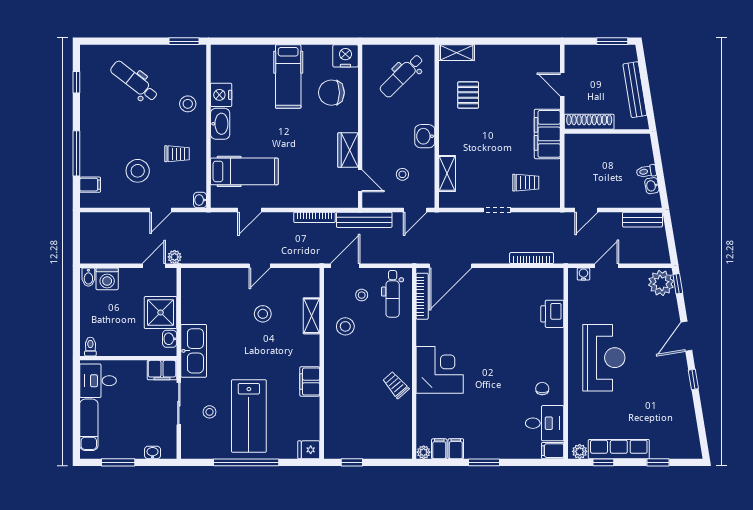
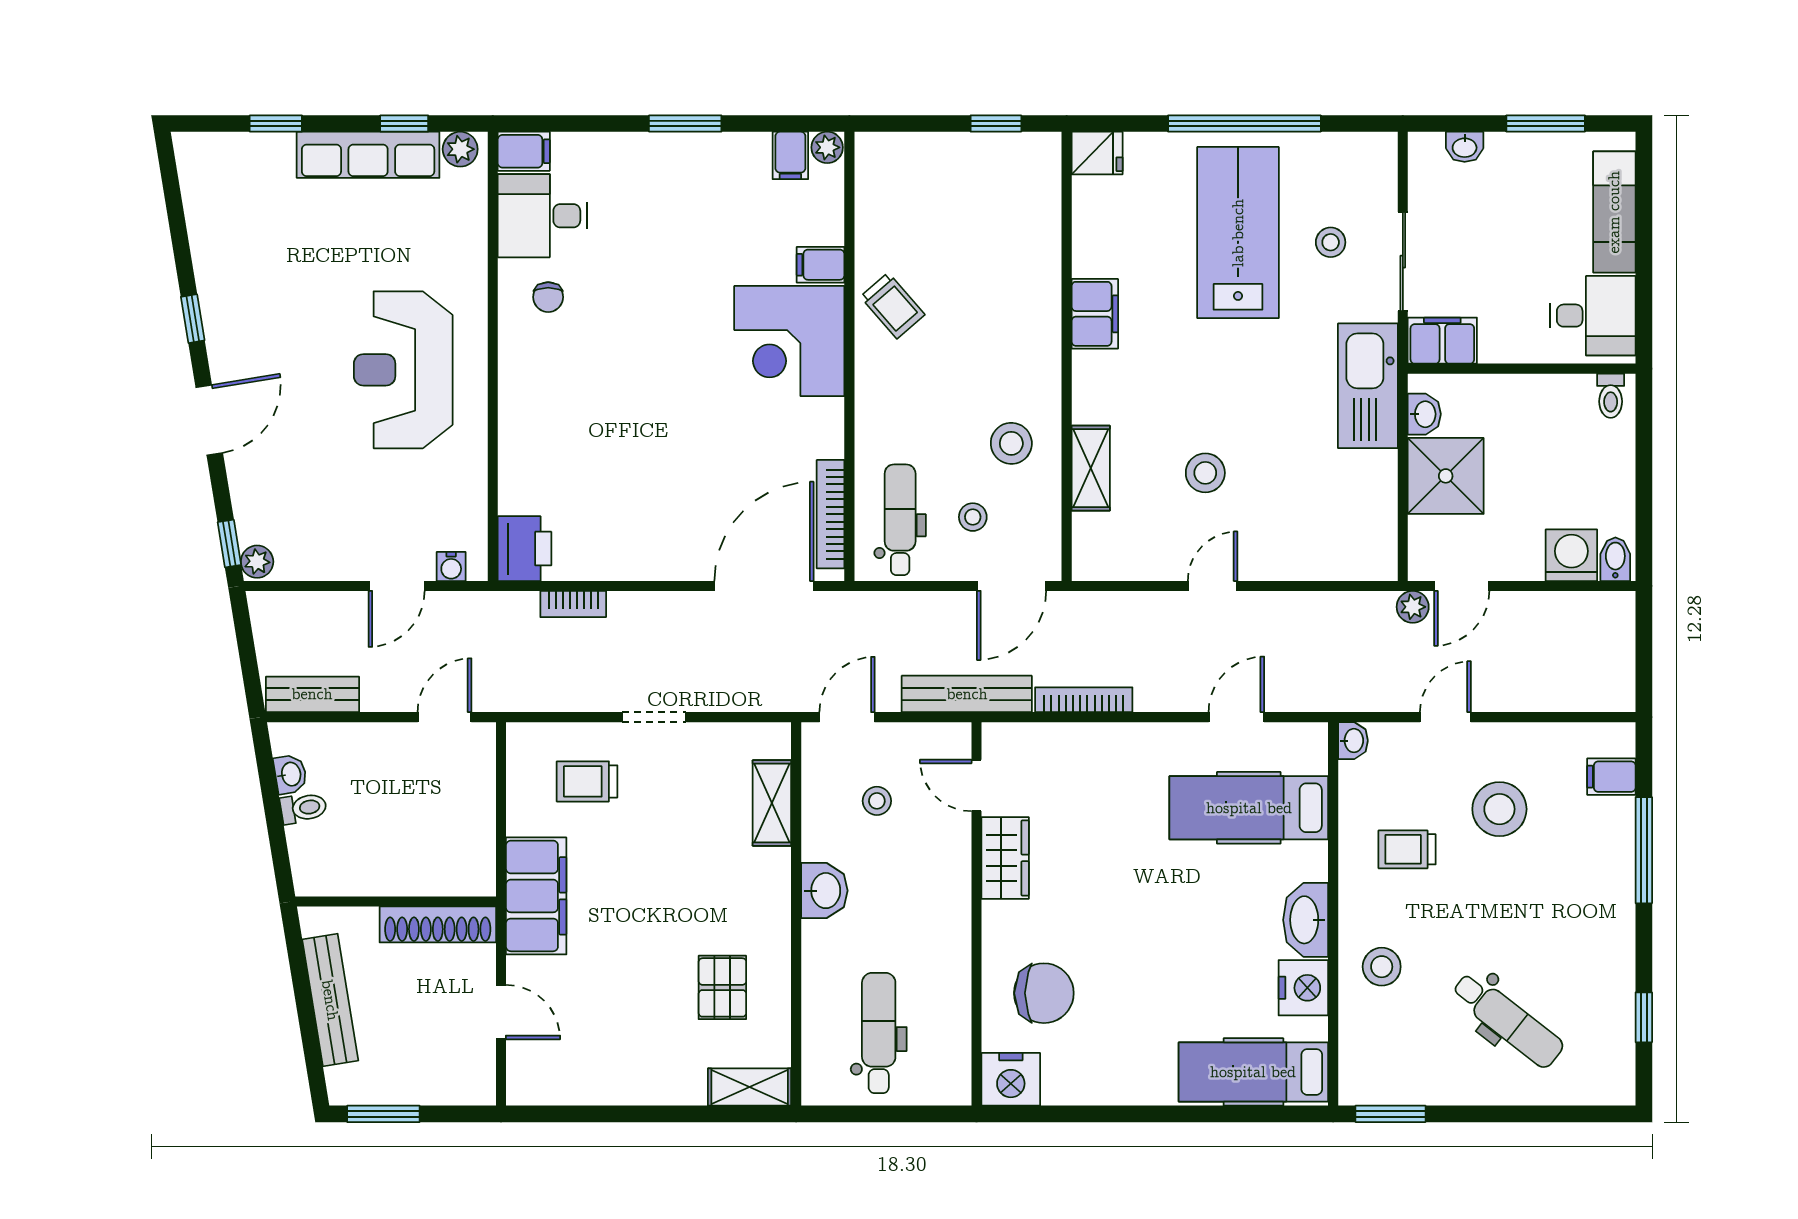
hospital bed: (288, 76) -> (1253, 1072), moved, turned -90
dental chair: (402, 76) -> (879, 1033), turned -45
bookcase: (532, 258) -> (573, 604), width x0.64
plant: (661, 283) -> (257, 562), width x0.53, depth x0.53
printer: (552, 314) -> (524, 549), moved
filing cabinet: (456, 449) -> (821, 265), moved, turned 90

